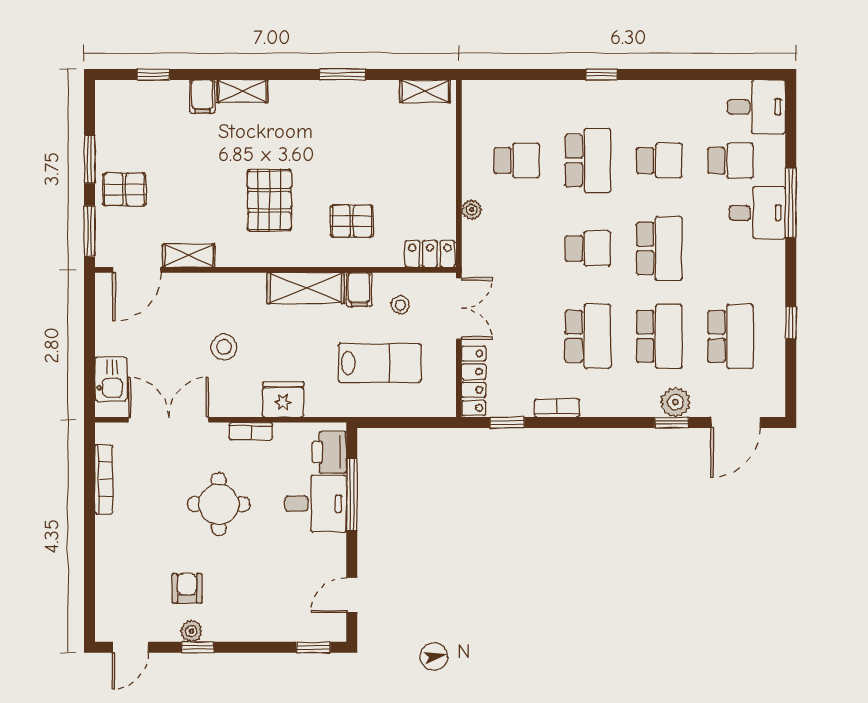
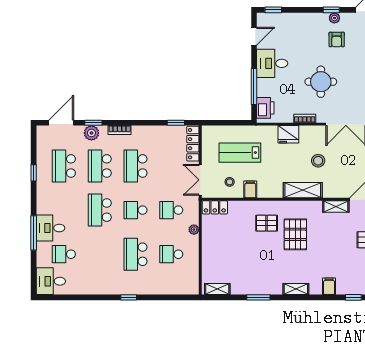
shelving: (242, 91) -> (296, 289), moved
school desk: (659, 161) -> (171, 210), moved
pallet: (352, 221) -> (267, 223), moved
shelving: (306, 288) -> (303, 190), moved
bookcase: (557, 408) -> (120, 130), moved
desk: (316, 504) -> (272, 63), moved

